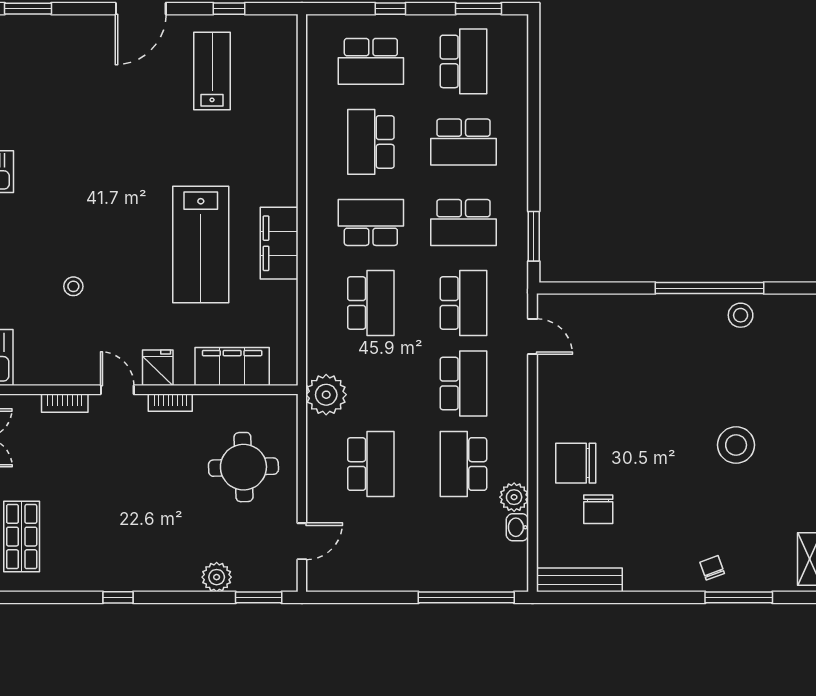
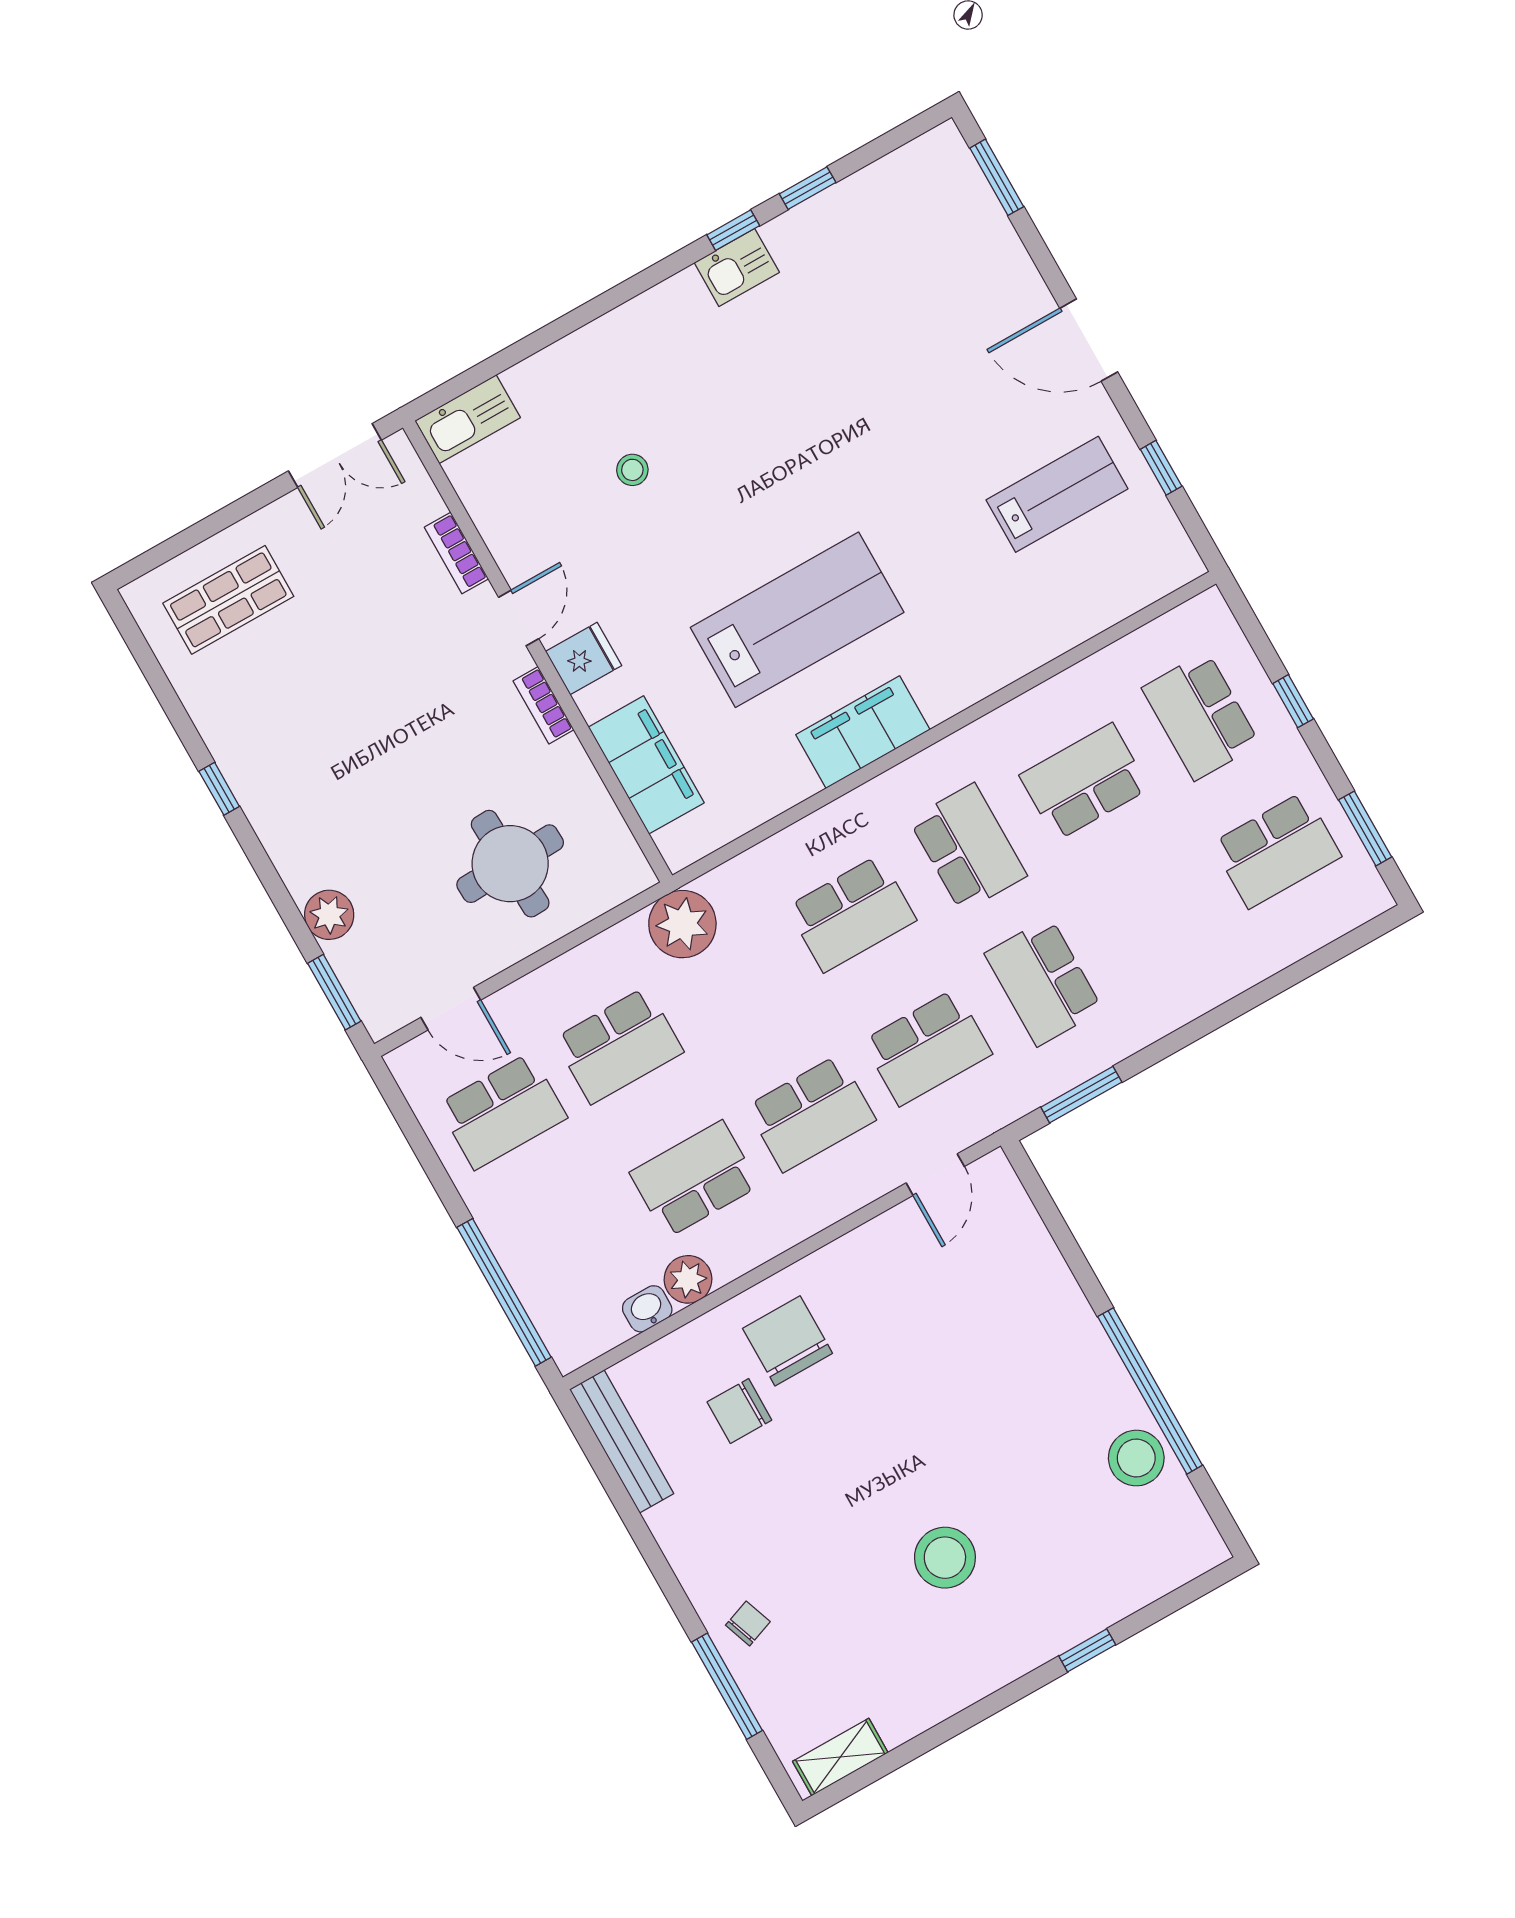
school desk: (463, 142) -> (502, 1111), moved, turned -90
lab bench: (201, 244) -> (797, 620), turned 180
stool: (741, 315) -> (1136, 1458), width x1.38, depth x1.38

